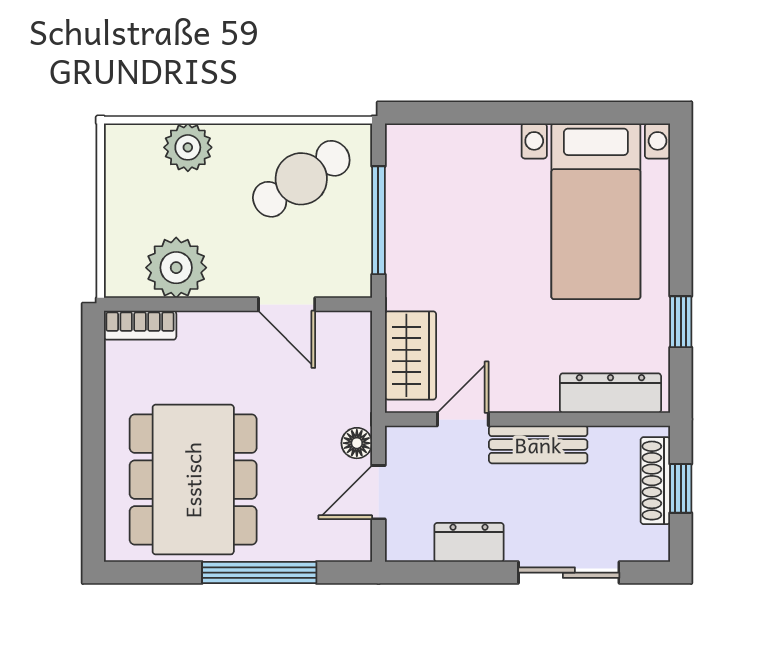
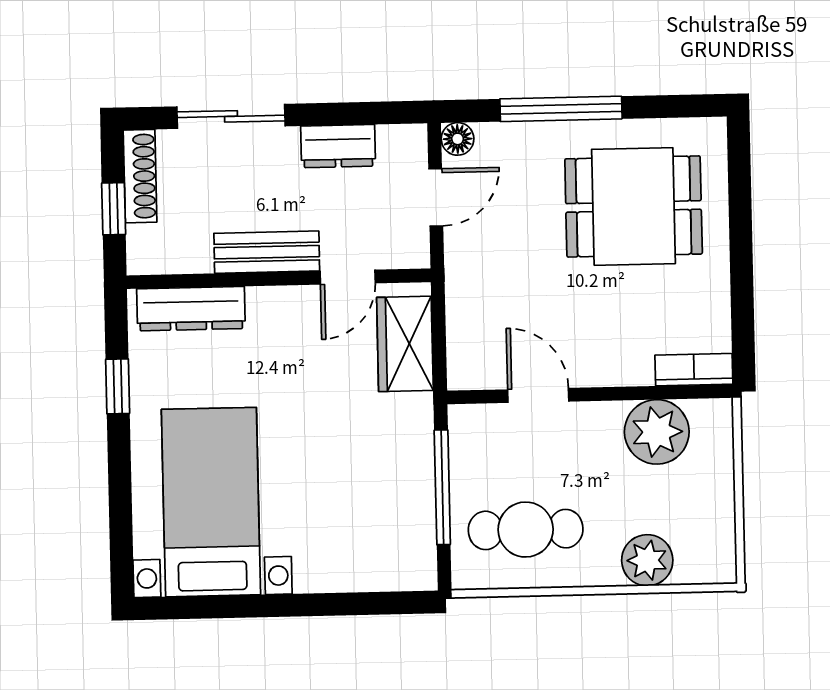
cafe table: (301, 179) -> (526, 530), turned 33
floor lamp: (357, 443) -> (458, 139), moved
dining table: (193, 480) -> (634, 206), width x0.73
shoe rack: (655, 481) -> (140, 176), moved

